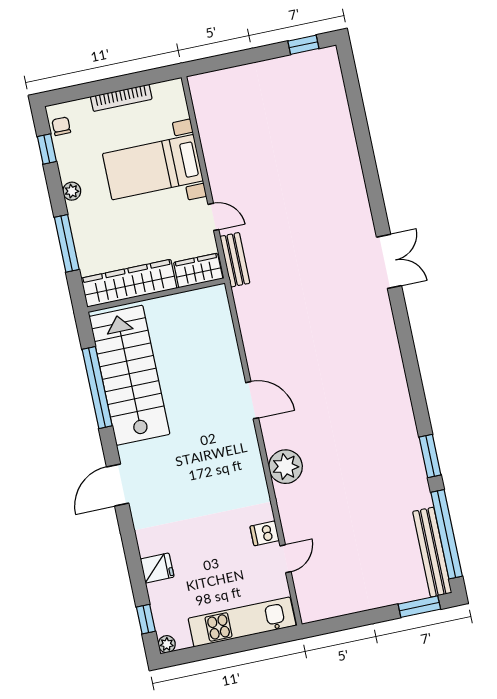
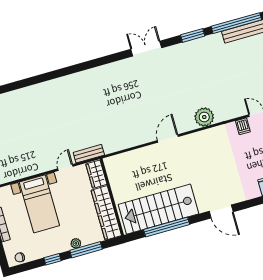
window: (47, 149) -> (53, 259), moved
plant: (72, 191) -> (76, 243), moved
double door: (389, 261) -> (146, 49), moved

